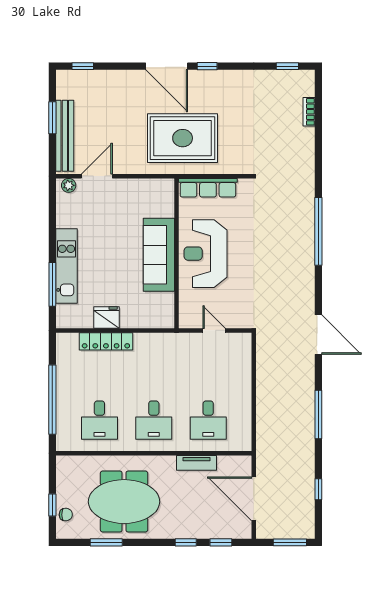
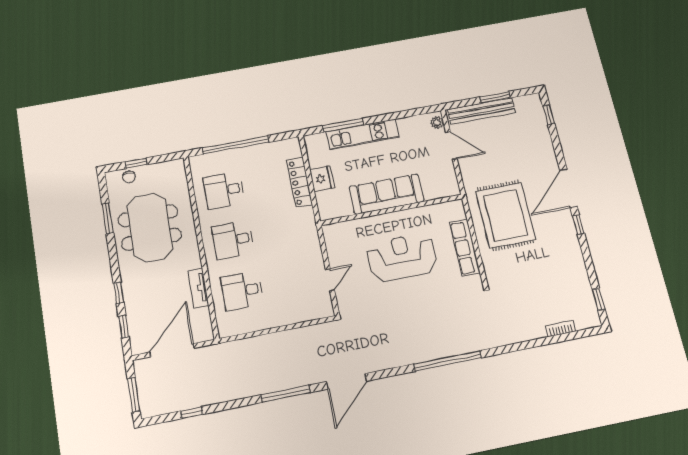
wall: (177, 253) -> (392, 210), moved
sofa: (159, 255) -> (387, 194), moved
window: (318, 415) -> (285, 394), moved

